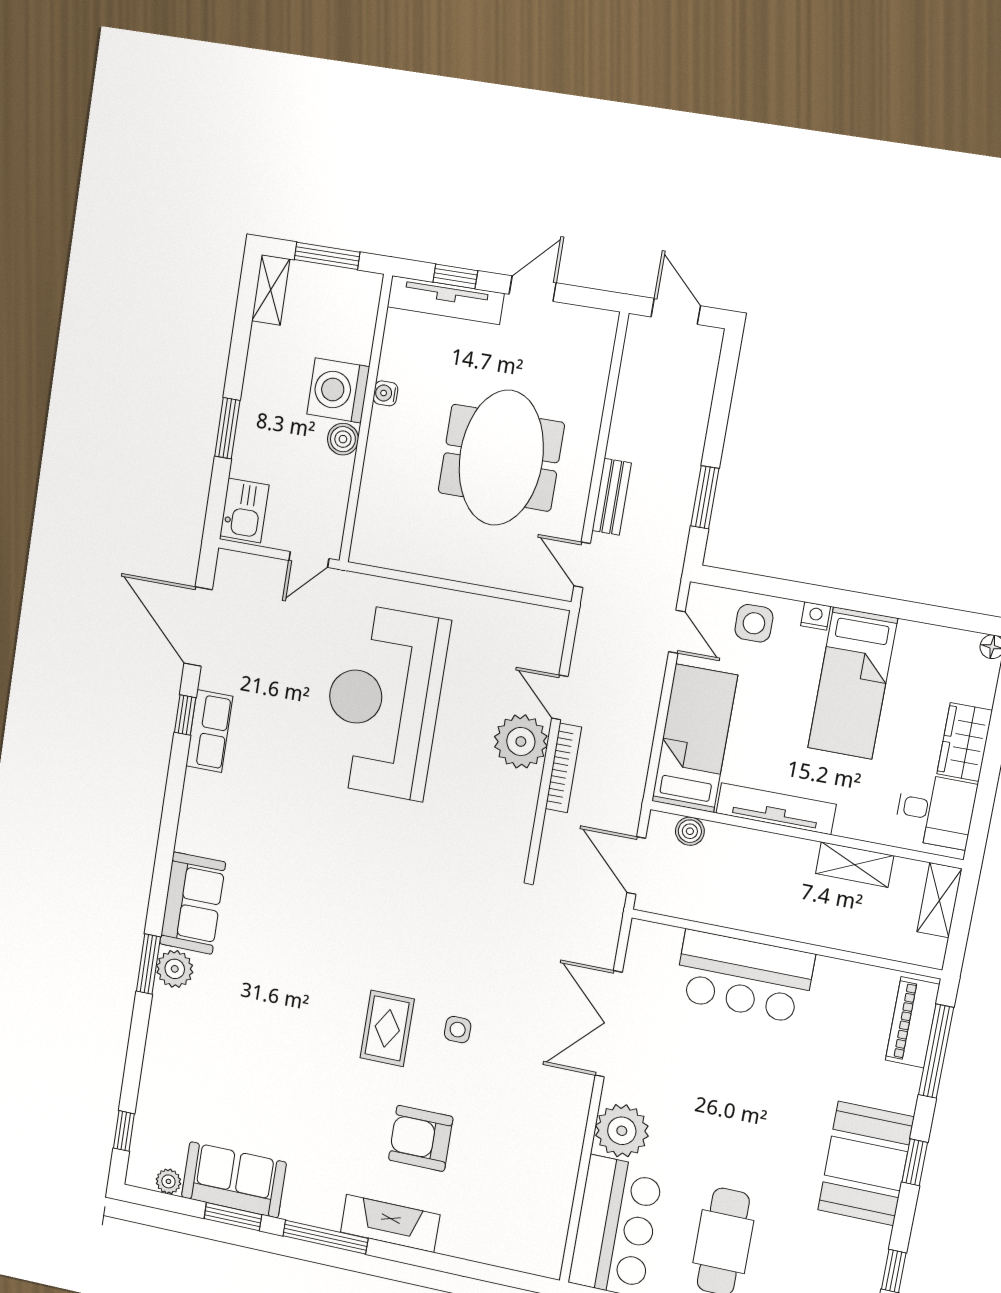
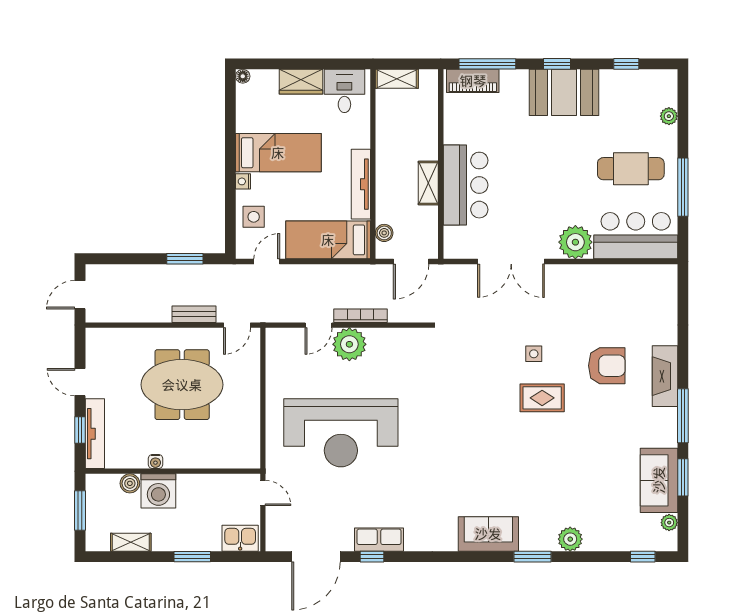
shelving: (271, 290) -> (131, 542), moved
boiler: (343, 439) -> (130, 483), moved
shelving: (855, 865) -> (428, 183), moved
plant: (175, 969) -> (570, 539), moved
armchair: (421, 1138) -> (607, 366), turned -90

